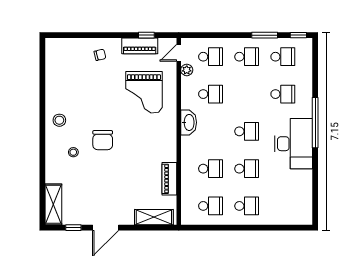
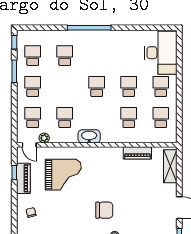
desk: (293, 144) -> (161, 53), moved, turned 90

